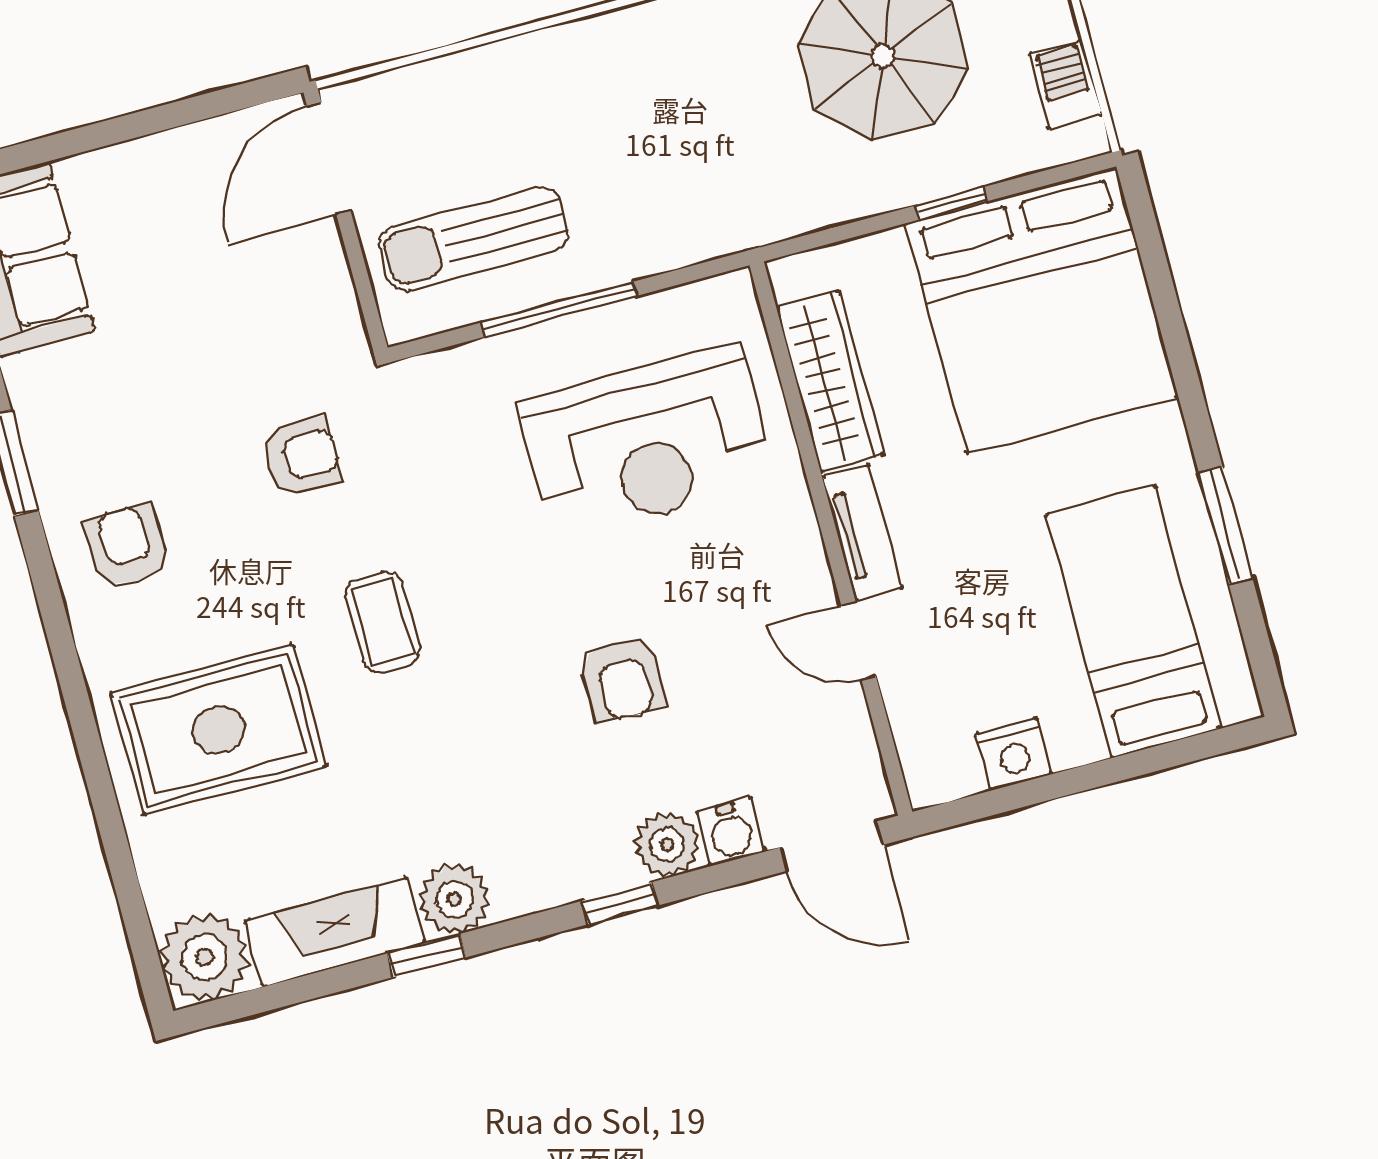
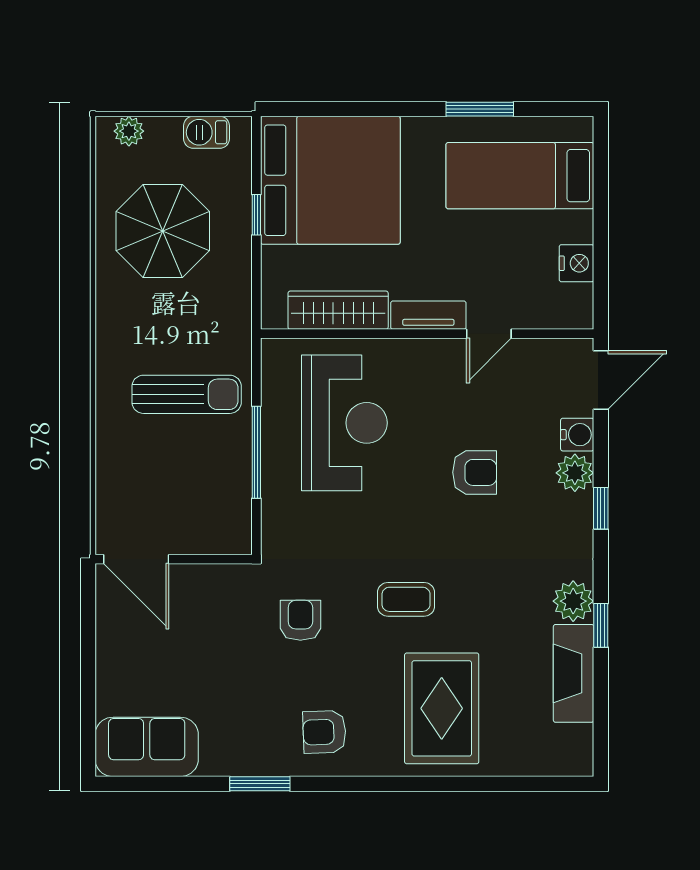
sun lounger: (474, 239) -> (187, 394), moved, turned -90
plant: (204, 957) -> (568, 751), removed

